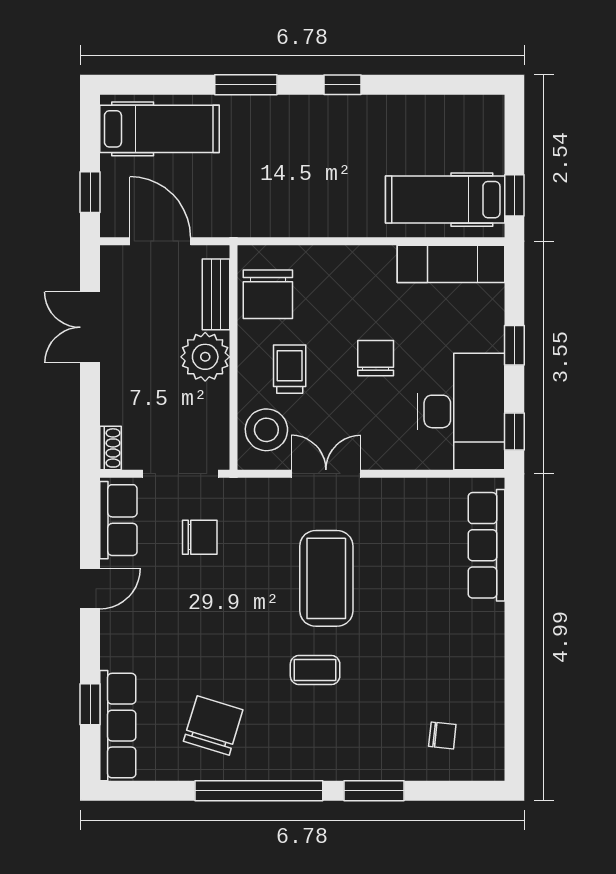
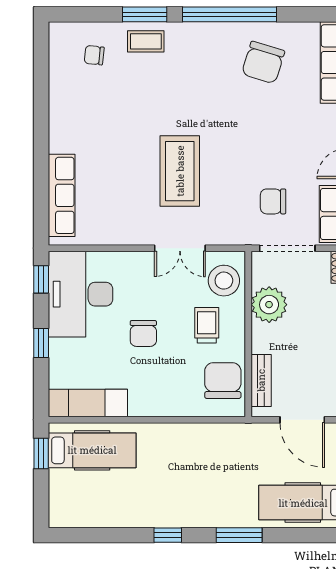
plant: (205, 357) -> (269, 305), moved
trolley: (290, 369) -> (207, 325), turned 180
coffee table: (315, 670) -> (146, 41), moved

